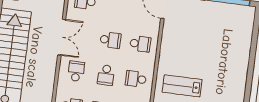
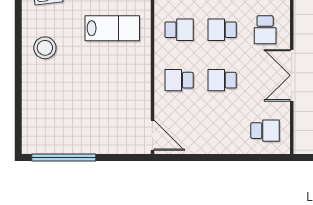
school desk: (106, 75) -> (222, 30), turned -90
stool: (231, 78) -> (45, 48), added

